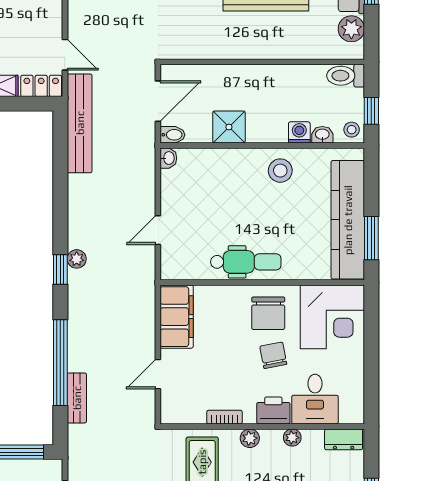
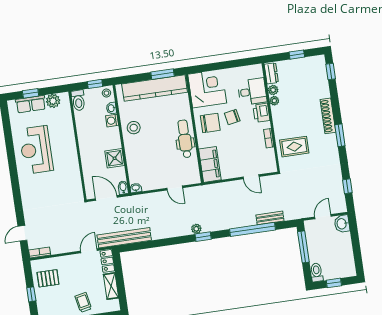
filing cabinet: (177, 317) -> (210, 164), moved, turned 90
plant: (250, 438) -> (273, 90), moved

